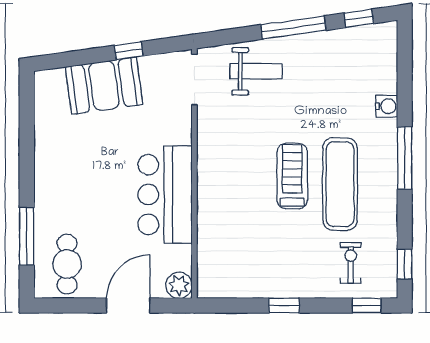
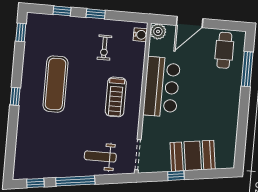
water cooler: (387, 106) -> (140, 35), moved, turned 180
window: (405, 158) -> (15, 96), width x0.46
treadmill: (292, 176) -> (116, 97), moved
exercise bike: (351, 263) -> (104, 48), moved
window: (367, 305) -> (62, 11), moved

